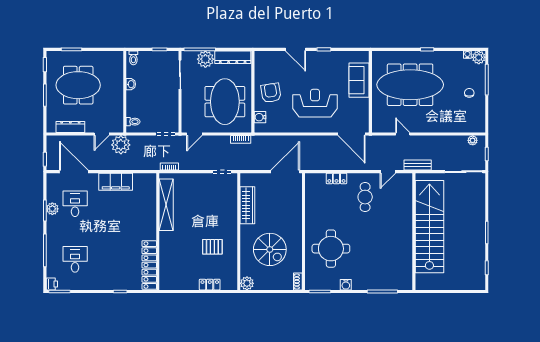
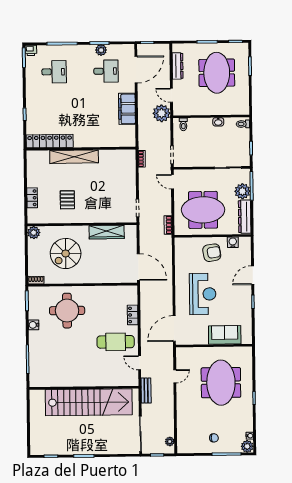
meeting table: (410, 85) -> (221, 383), width x0.73
water cooler: (260, 117) -> (233, 242), moved
cafe table: (365, 197) -> (116, 342), width x1.37, depth x1.35
shelving: (166, 205) -> (74, 157), moved

